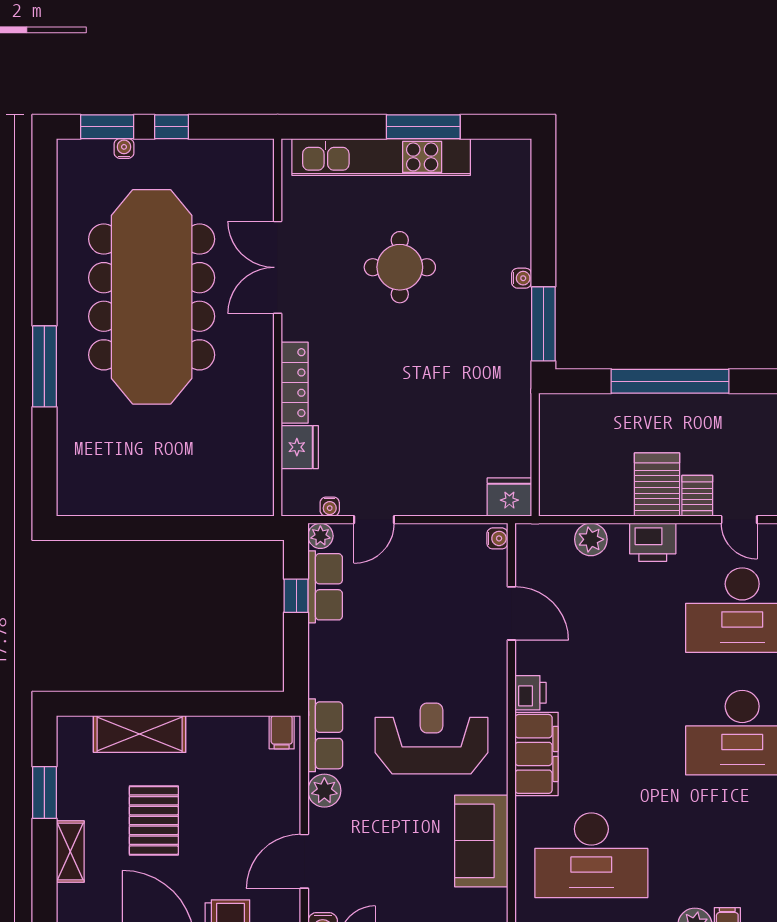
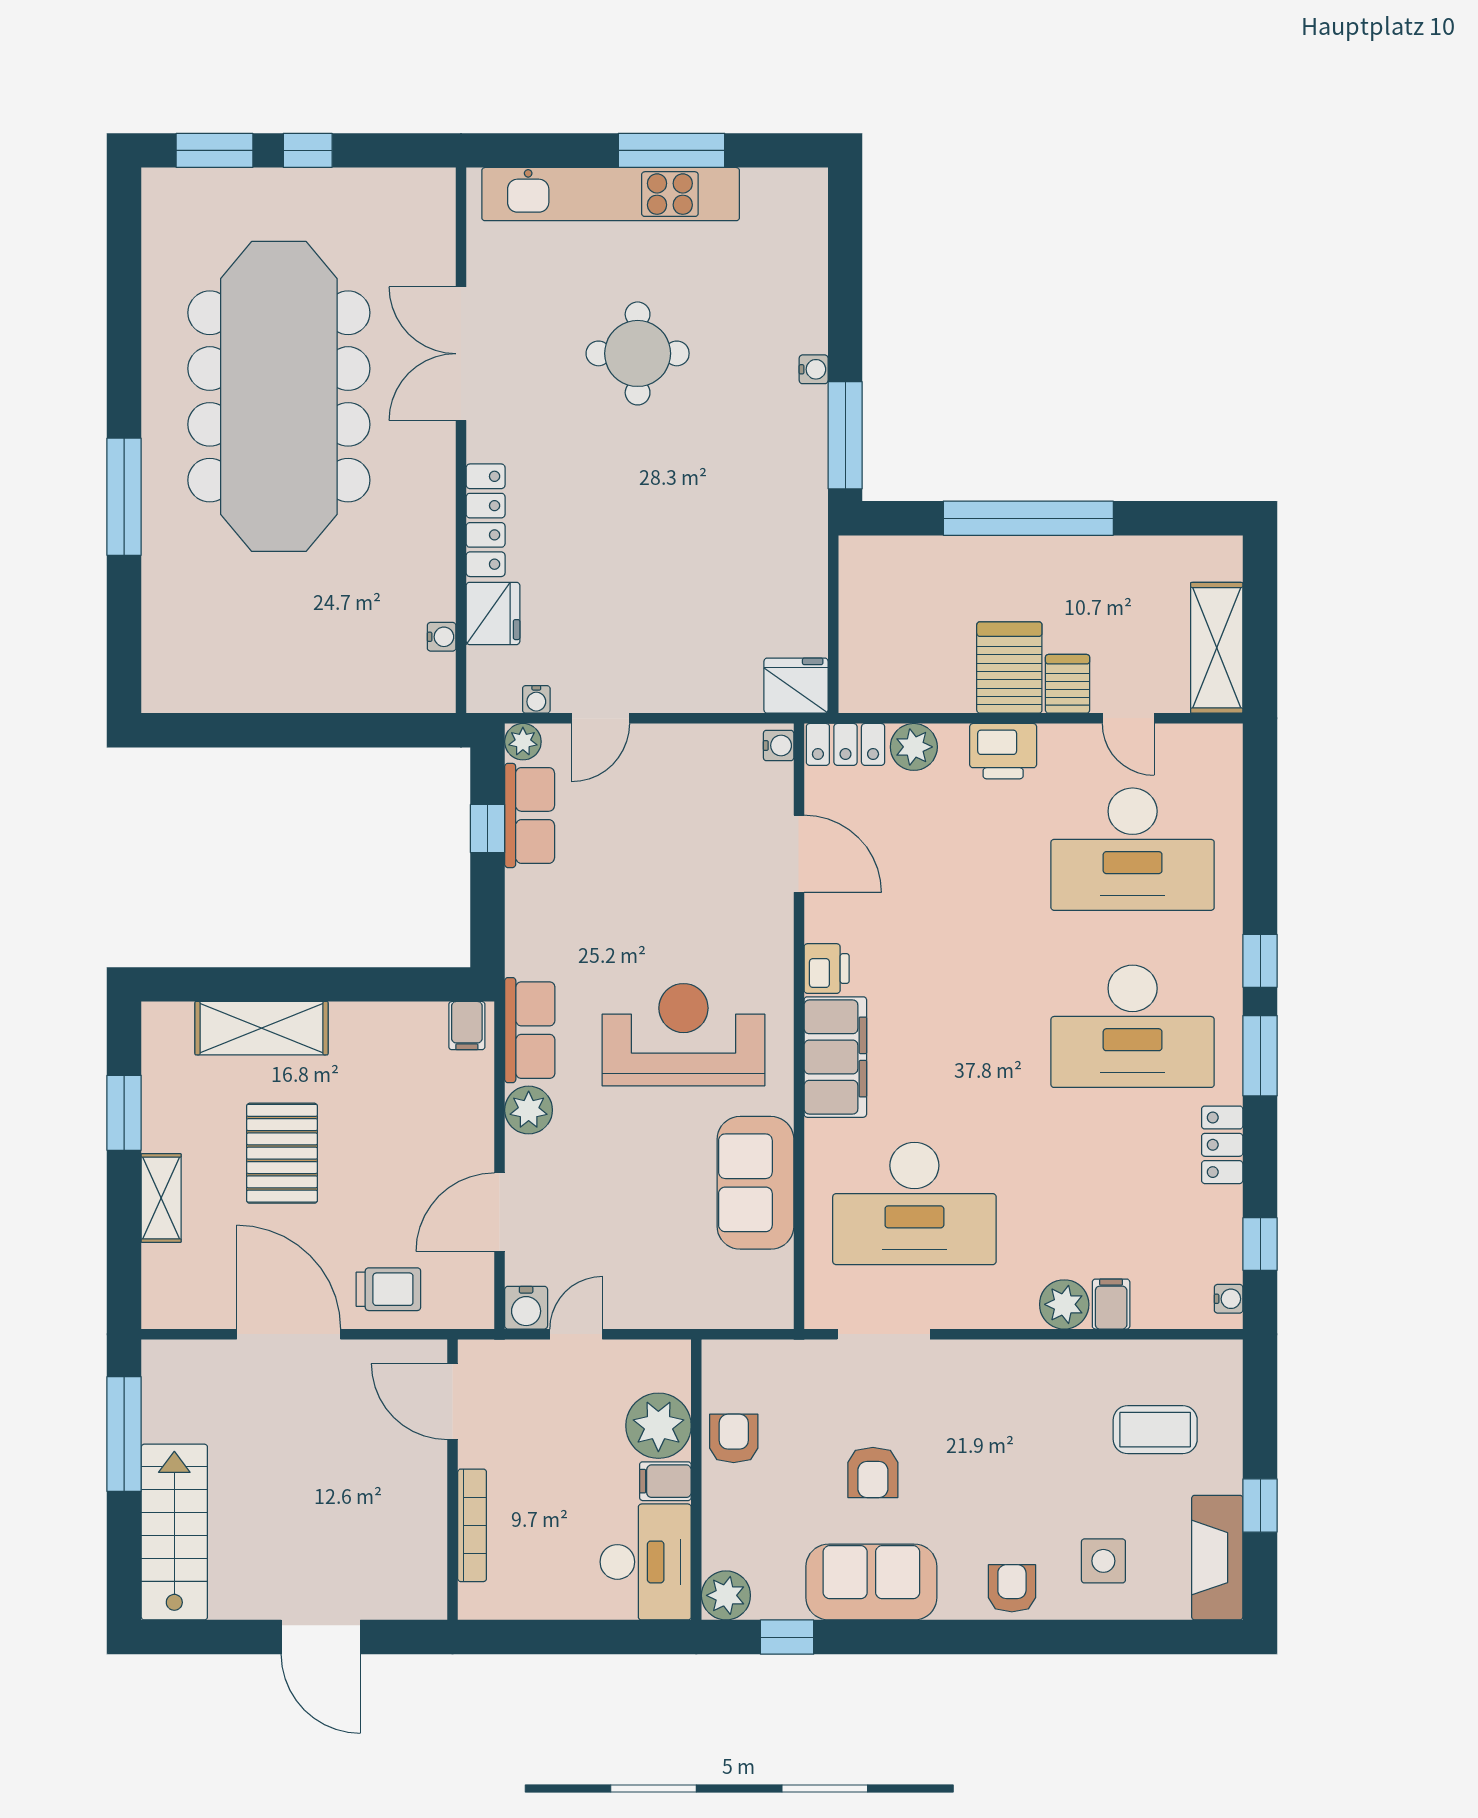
water cooler: (124, 148) -> (442, 637), moved, turned 90
locker: (544, 538) -> (845, 744), added

